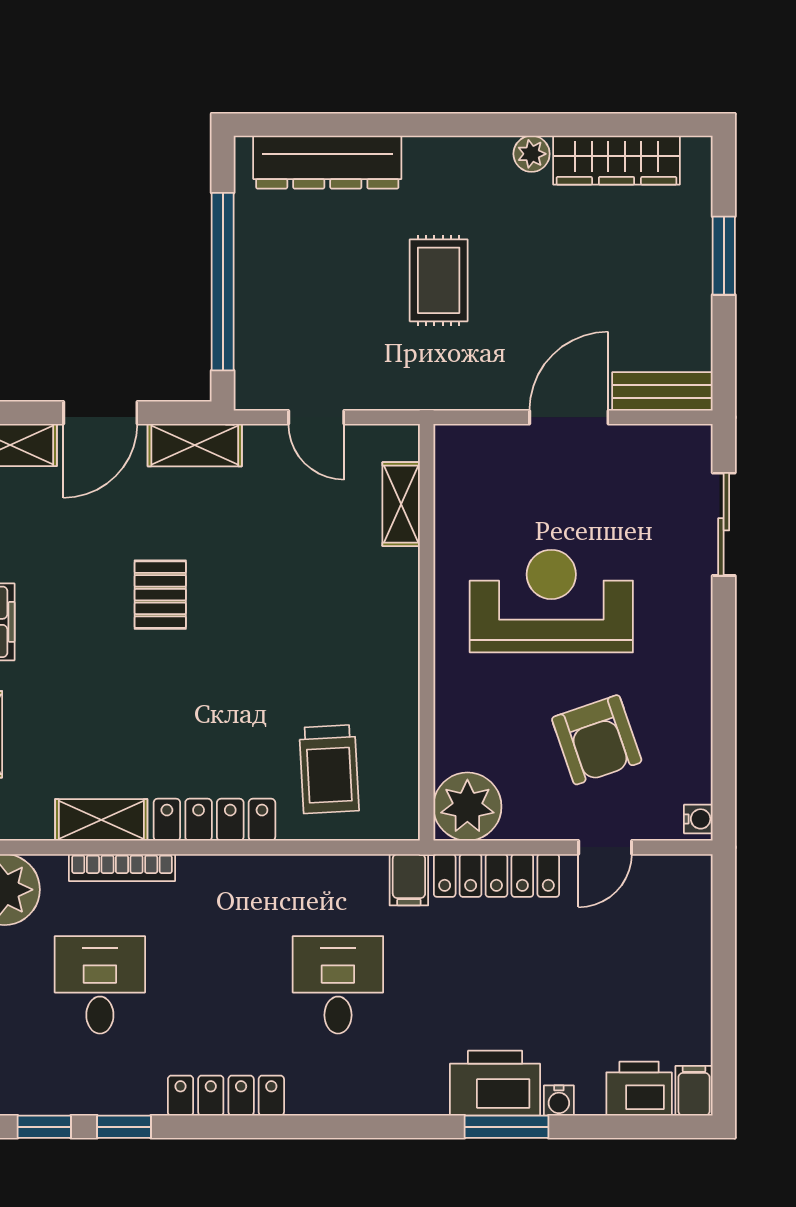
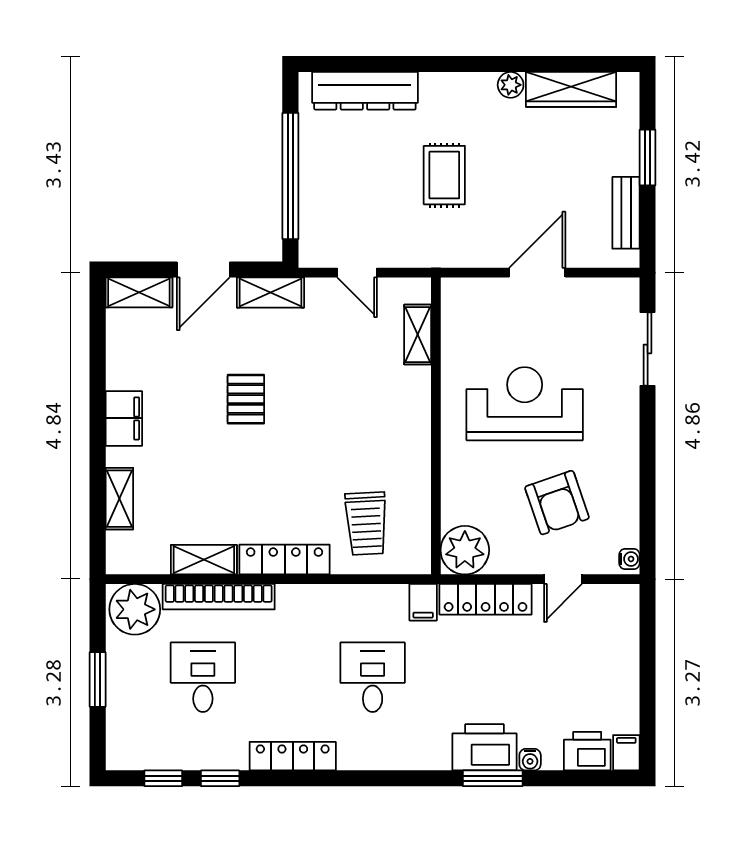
bench: (662, 391) -> (626, 213), moved, turned 90
bookcase: (122, 868) -> (219, 597), width x1.48, depth x1.31

